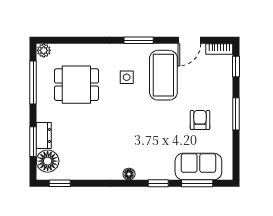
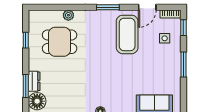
plant: (44, 50) -> (68, 15), moved
side table: (127, 77) -> (165, 38), moved
window: (33, 82) -> (26, 40), width x0.46
armchair: (200, 120) -> (156, 69), removed

